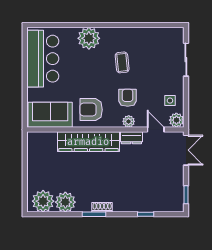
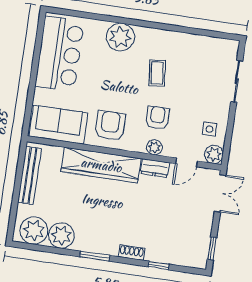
armchair: (91, 110) -> (110, 126), turned 90
door: (156, 130) -> (186, 162), swing flipped
bench: (33, 158) -> (30, 175), added
shoe rack: (102, 207) -> (132, 253), moved

